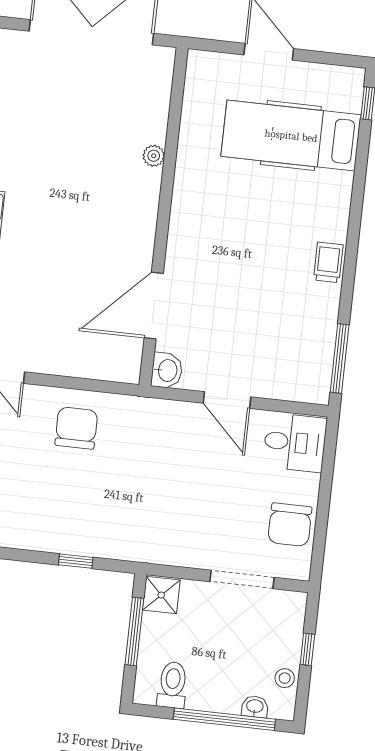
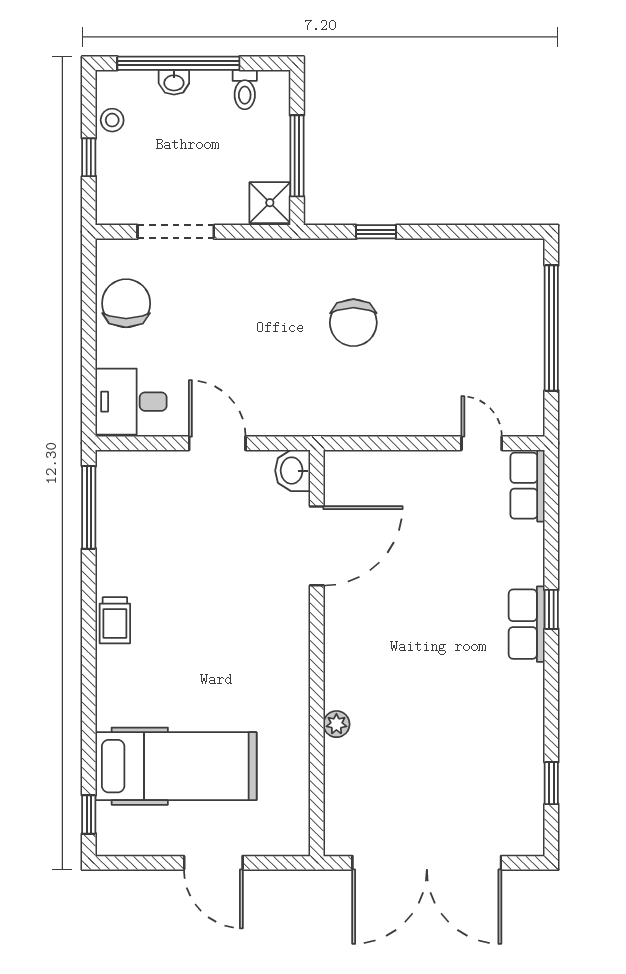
chair: (76, 428) -> (353, 323), moved
toilet: (172, 685) -> (245, 90), width x0.73, depth x0.72
washbasin: (255, 707) -> (174, 82), moved

